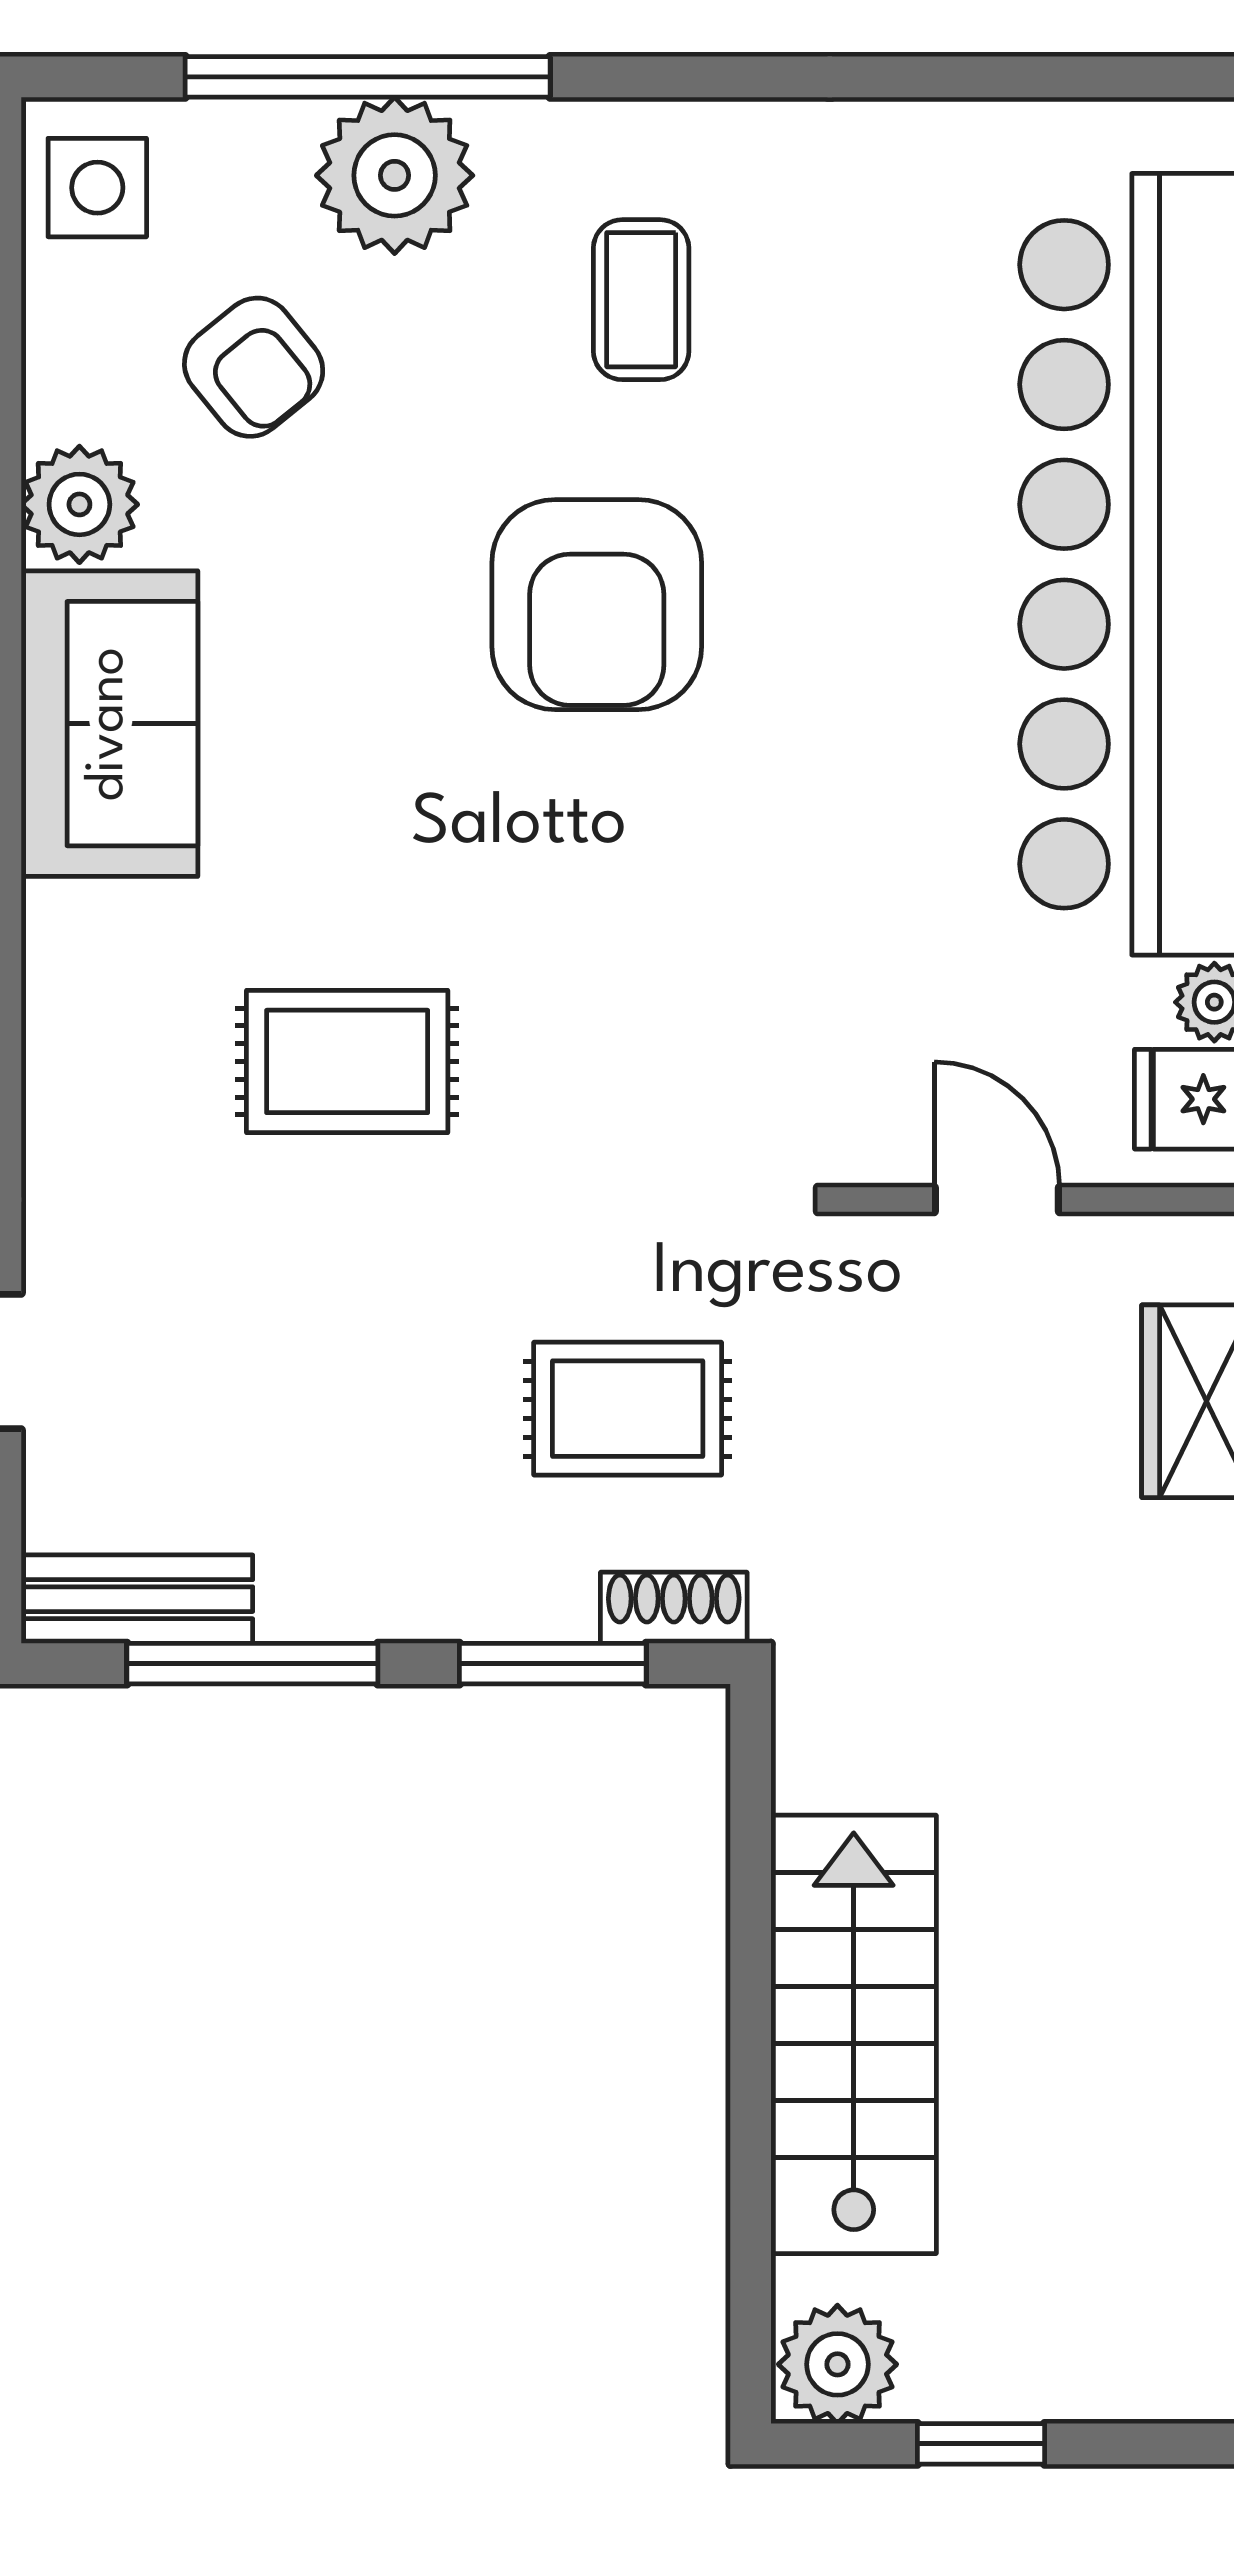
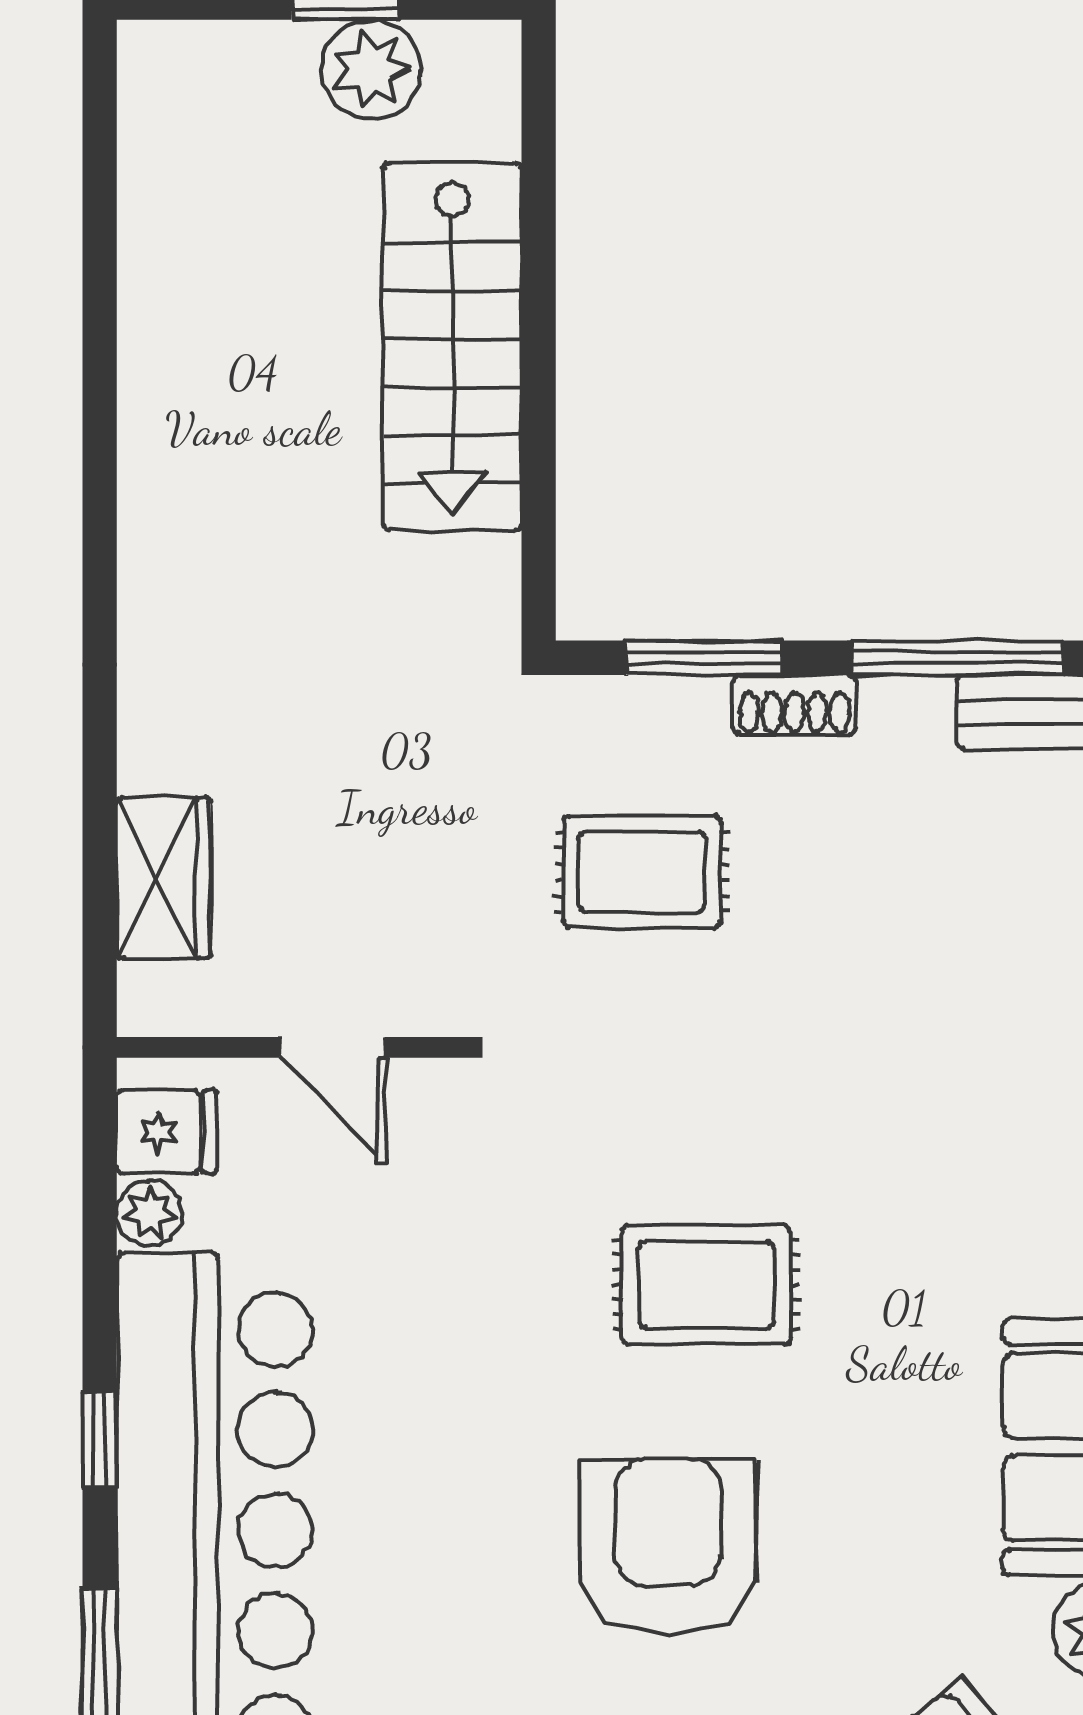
rug: (347, 1061) -> (706, 1285), moved
shoe rack: (674, 1608) -> (794, 705), moved
plant: (837, 2364) -> (371, 69), moved

